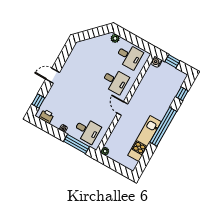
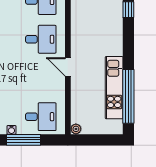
window: (163, 127) -> (128, 96), moved
window: (76, 144) -> (23, 140), moved

